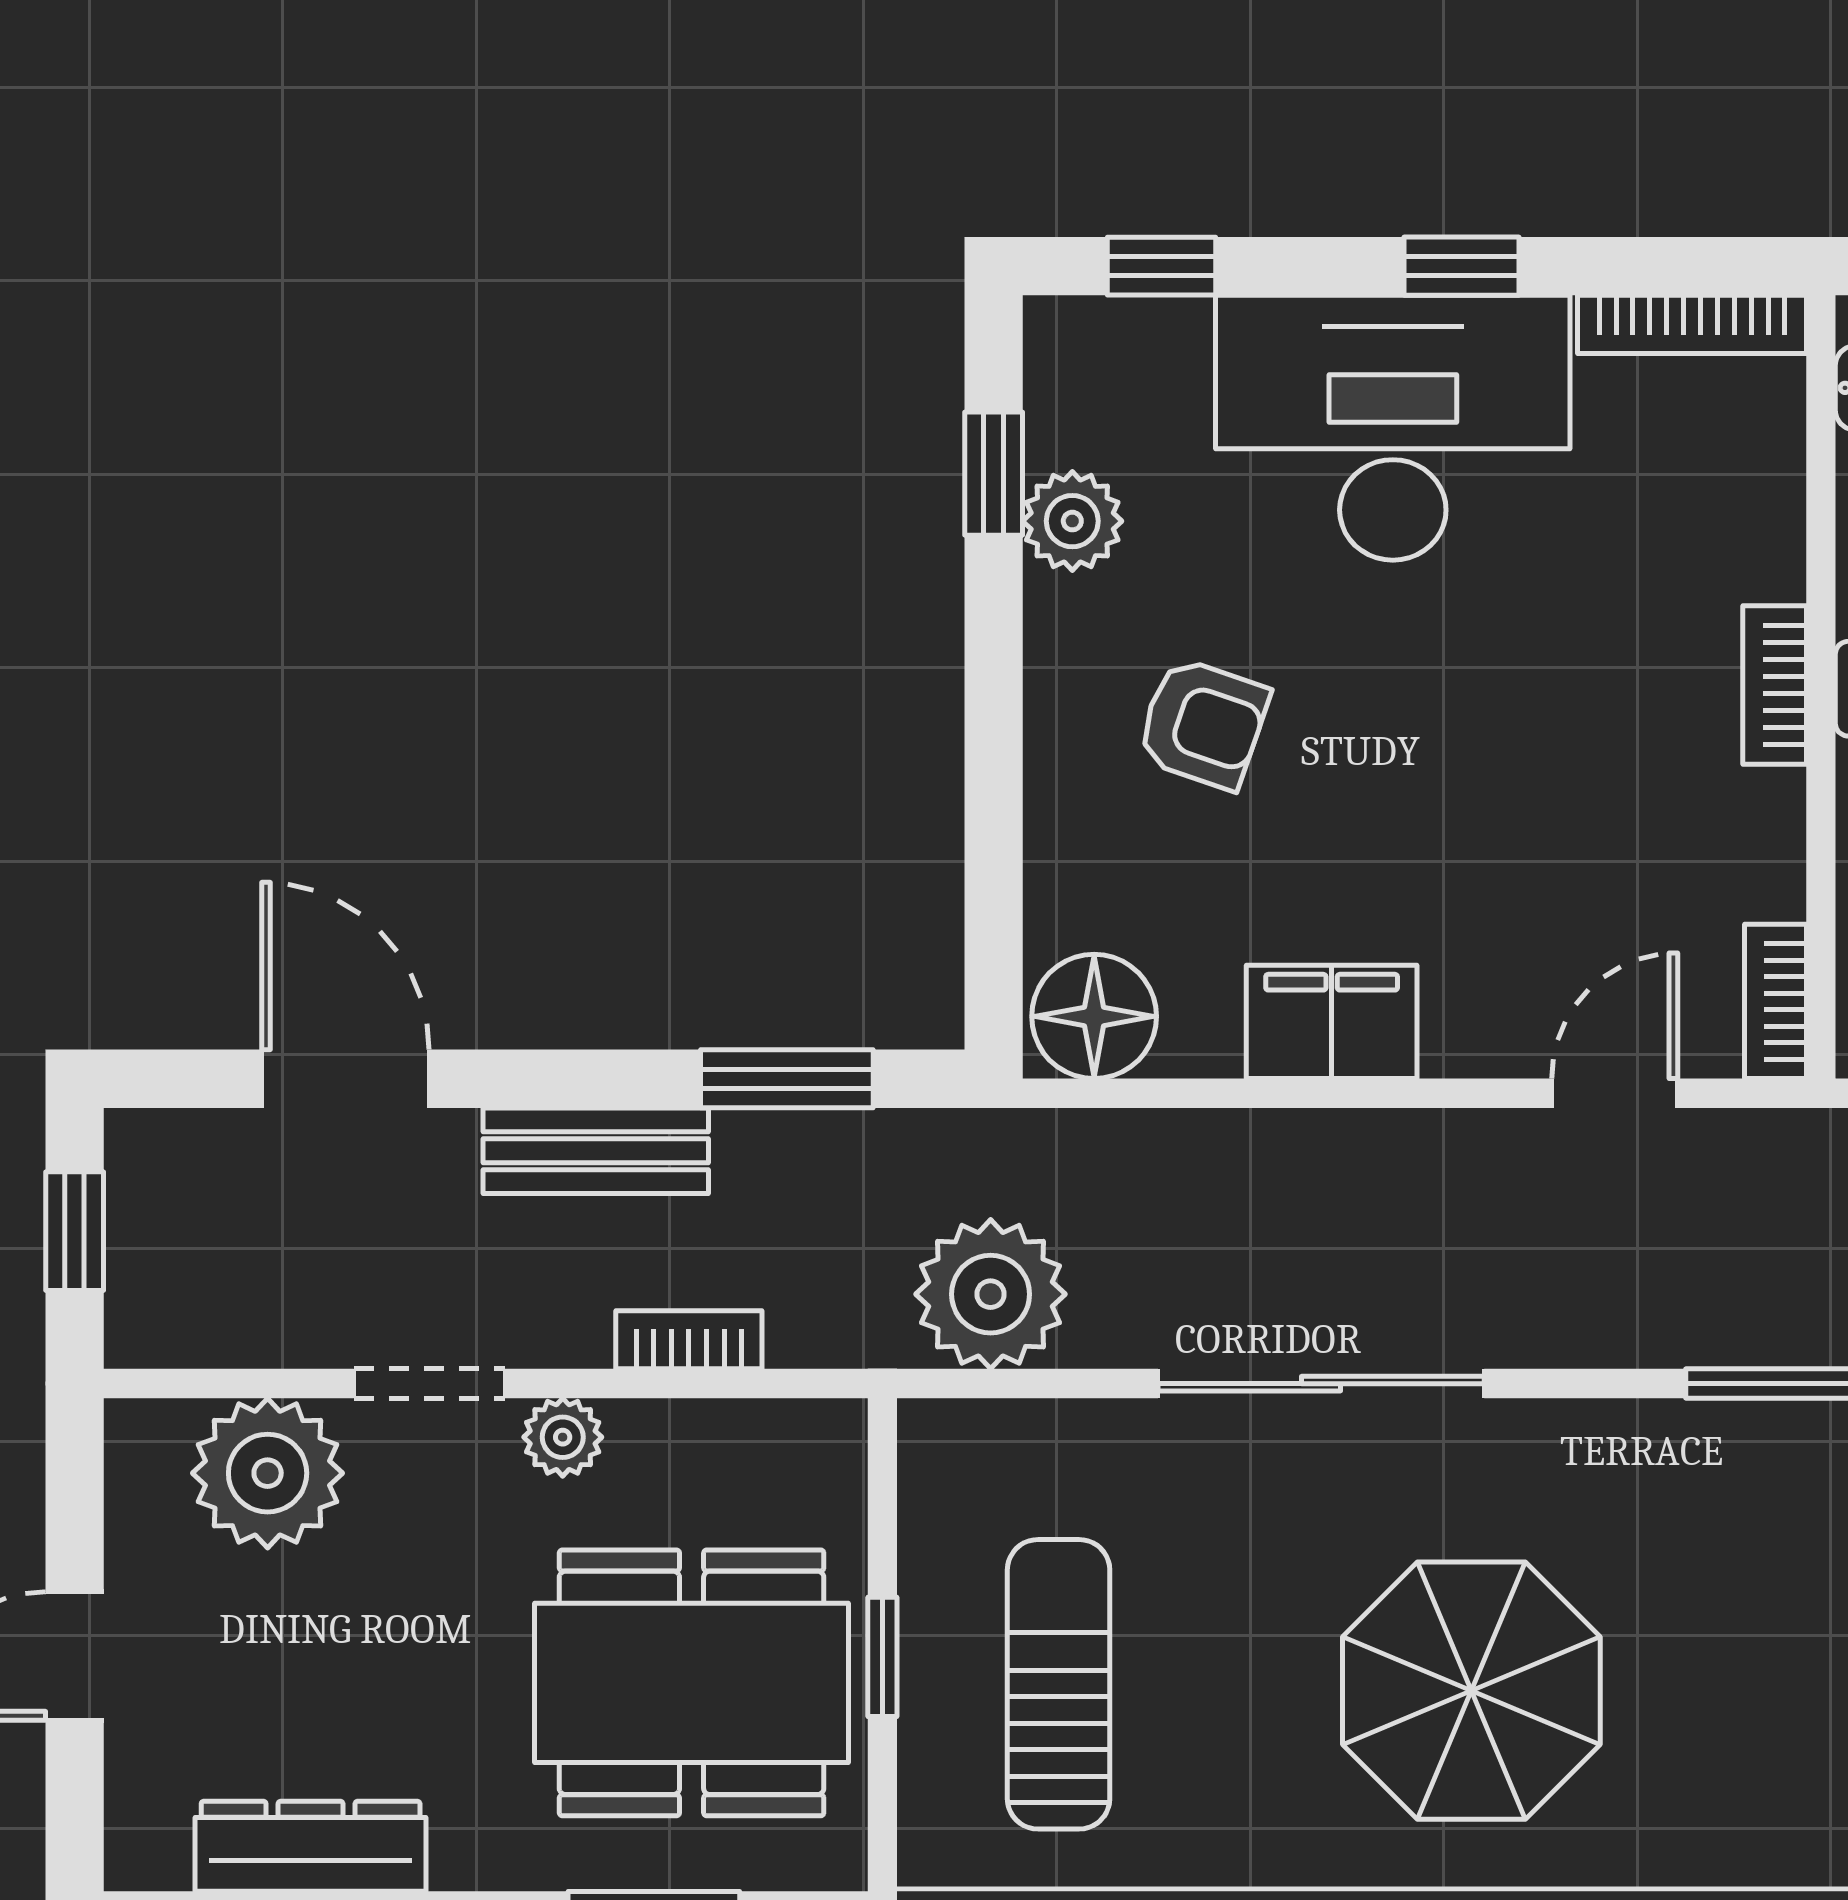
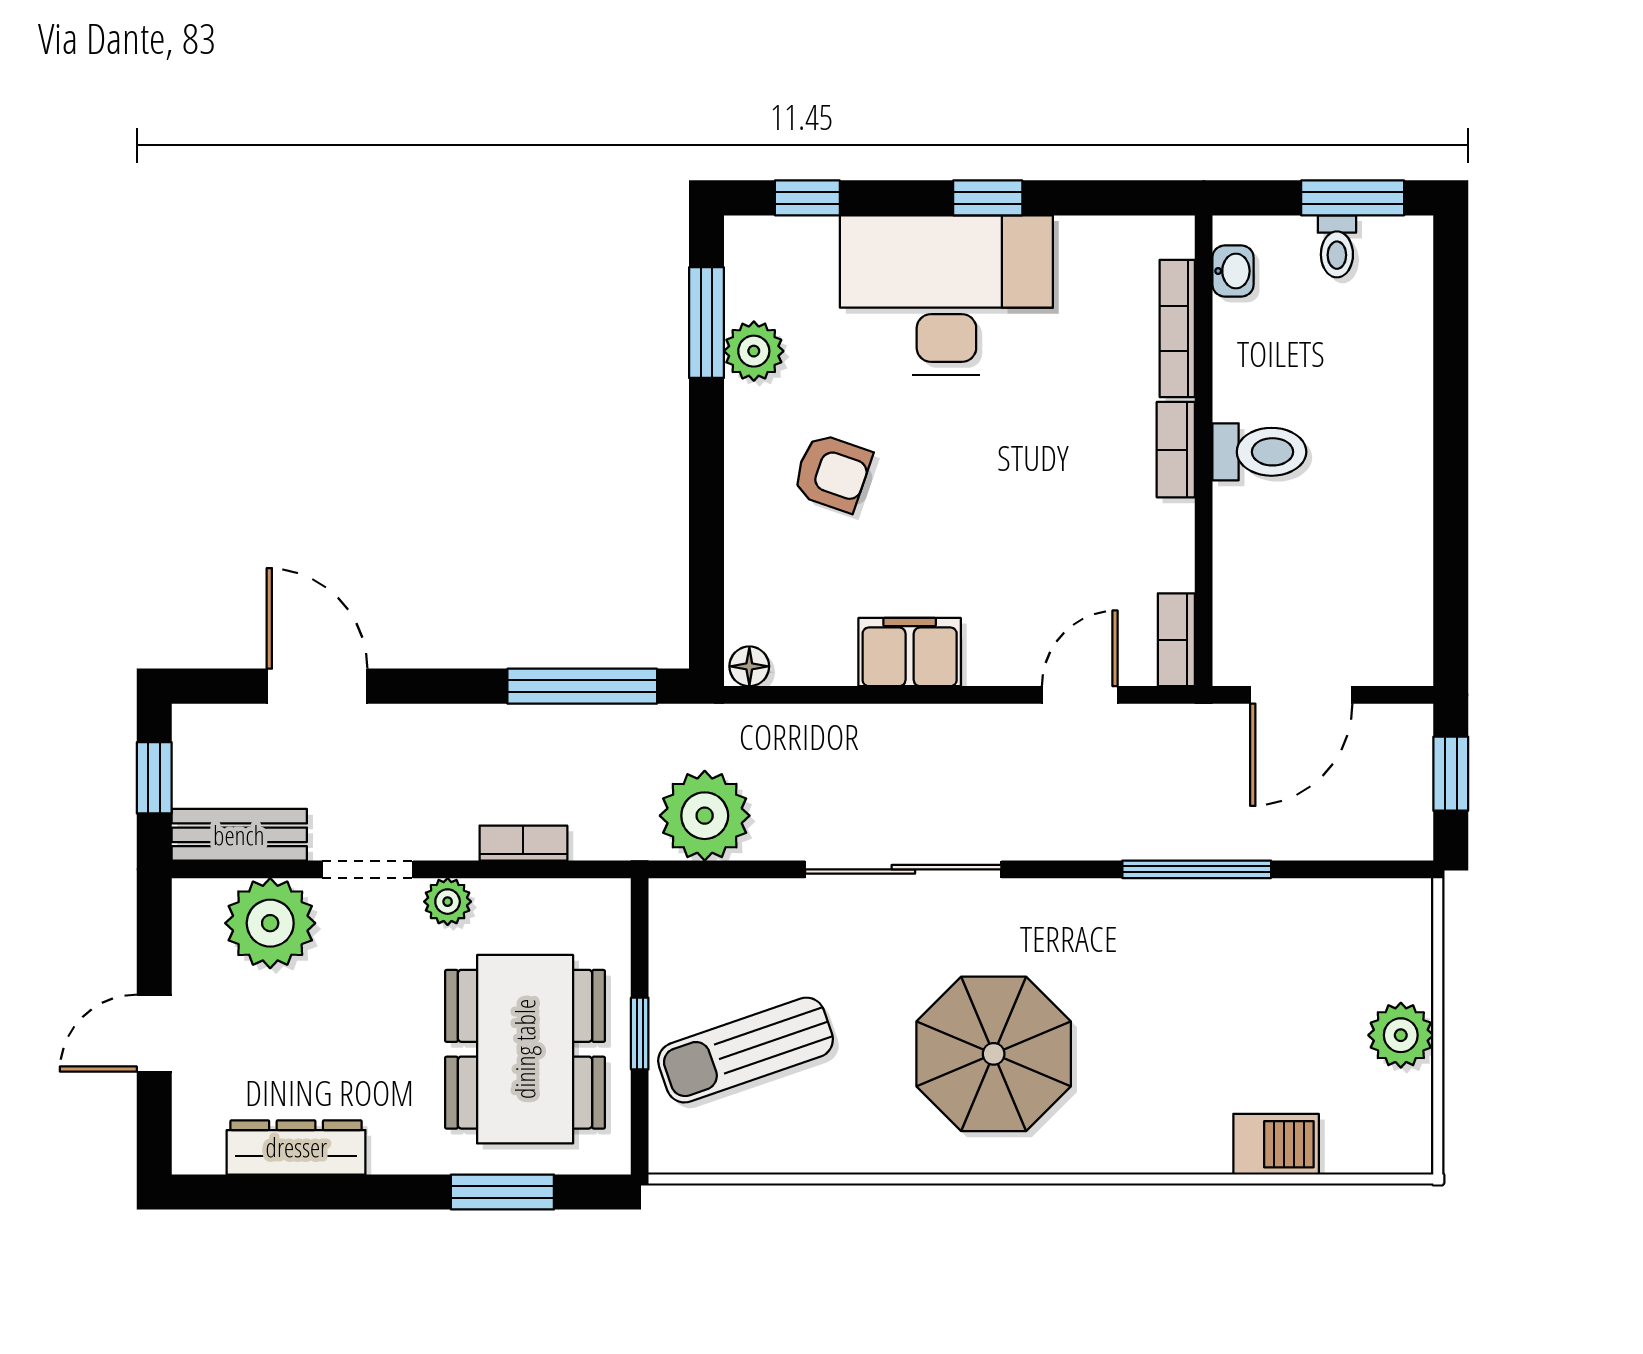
bookcase: (1692, 324) -> (1177, 329), moved, turned 90
window: (994, 474) -> (707, 323), width x1.50
floor lamp: (1094, 1016) -> (749, 666), width x0.53, depth x0.53
window: (787, 1079) -> (582, 686), width x1.44
bench: (596, 1151) -> (239, 835), moved
dining table: (692, 1683) -> (525, 1049), turned 90
sun lounger: (1059, 1684) -> (746, 1050), turned -109

